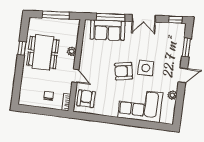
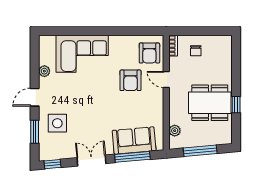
plant: (72, 51) -> (175, 131), moved
dining table: (43, 53) -> (210, 103), turned 90
side table: (146, 68) -> (57, 123), moved
armchair: (124, 71) -> (131, 80), moved, turned 101

